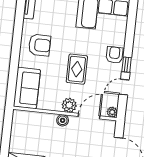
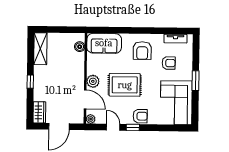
armchair: (57, 16) -> (169, 63), added
rug: (77, 69) -> (125, 85), width x1.36, depth x1.43
boiler: (63, 120) -> (80, 47), moved

